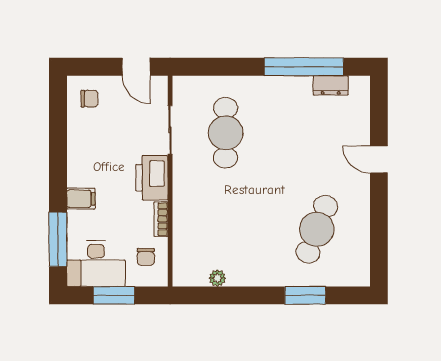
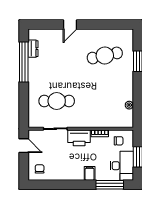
door: (136, 67) -> (24, 146), hinge flipped
cafe table: (317, 229) -> (105, 55), turned -33

